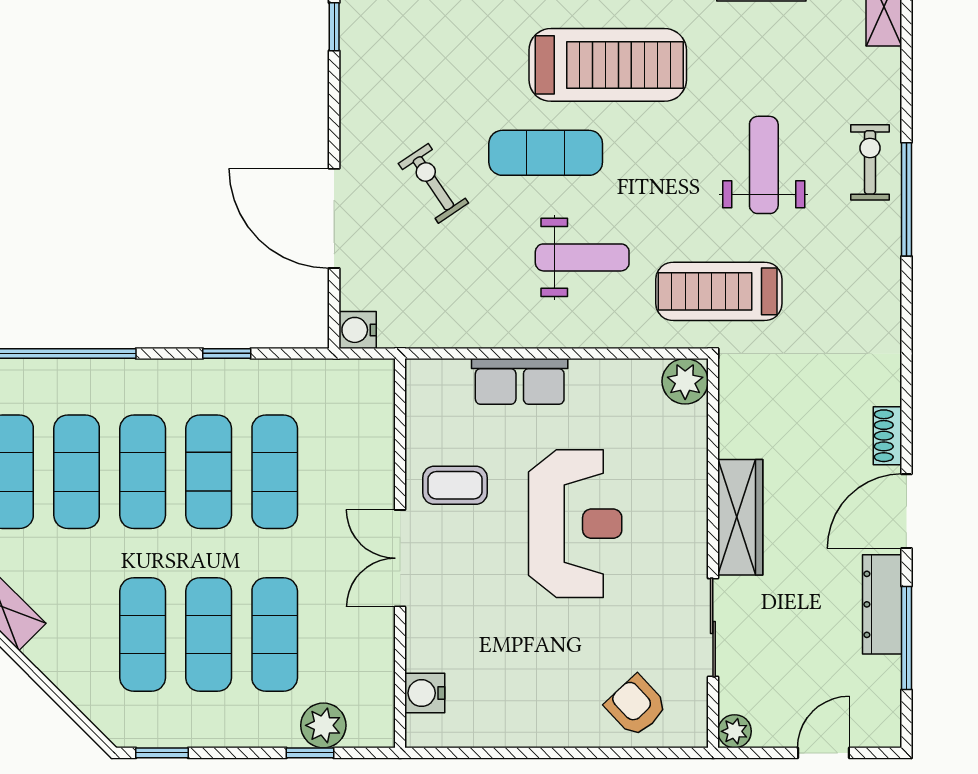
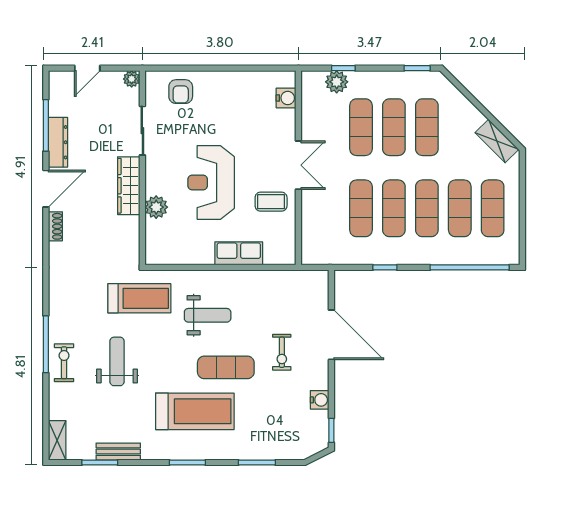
treadmill: (608, 65) -> (195, 411), turned 180
exercise bike: (870, 162) -> (64, 363), turned 180
weight bench: (764, 165) -> (117, 361), turned 180
exercise bike: (433, 183) -> (282, 352), turned 34
weight bench: (582, 257) -> (208, 315), turned 180
water cooler: (358, 330) -> (320, 400), moved
plant: (685, 381) -> (156, 207), moved
armchair: (636, 706) -> (181, 92), turned 43

